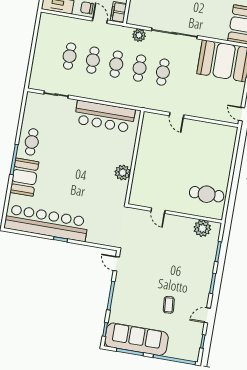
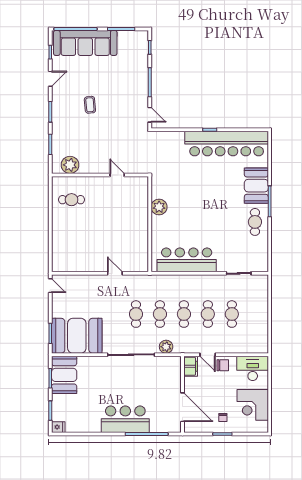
cafe table: (207, 194) -> (72, 200), width x0.73, depth x0.74
coffee table: (169, 305) -> (90, 105), moved
sofa: (136, 339) -> (85, 43), moved

